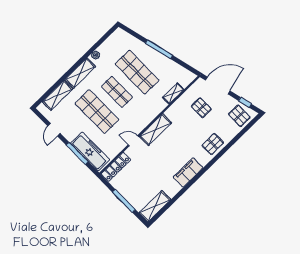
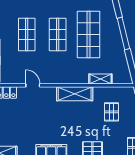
shop shelf: (97, 112) -> (27, 34), width x0.70, depth x0.74
shelving: (156, 130) -> (75, 94), moved

